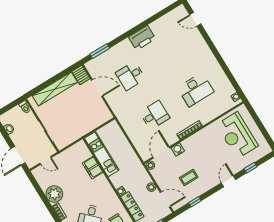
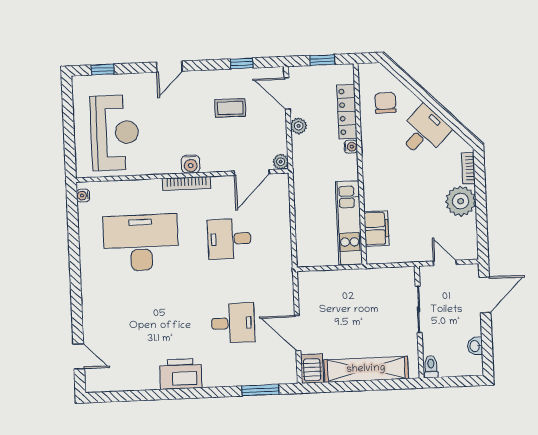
desk: (196, 90) -> (141, 243), width x1.36, depth x1.30
water cooler: (178, 149) -> (191, 164), moved
filing cabinet: (93, 168) -> (376, 228), moved
window: (251, 168) -> (103, 70), moved

